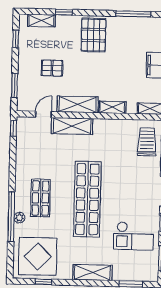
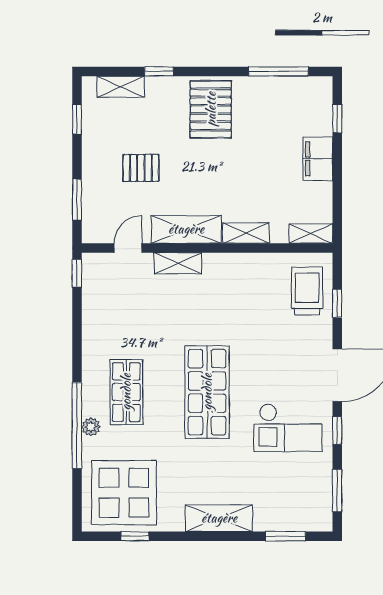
shelving: (72, 126) -> (178, 263), width x0.67, depth x0.75
shop shelf: (87, 199) -> (207, 392), width x0.71
checkout: (134, 236) -> (288, 428), moved

